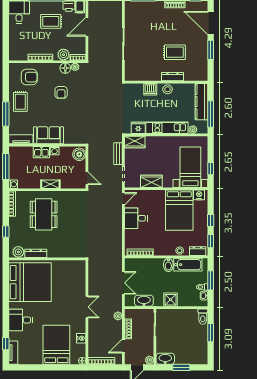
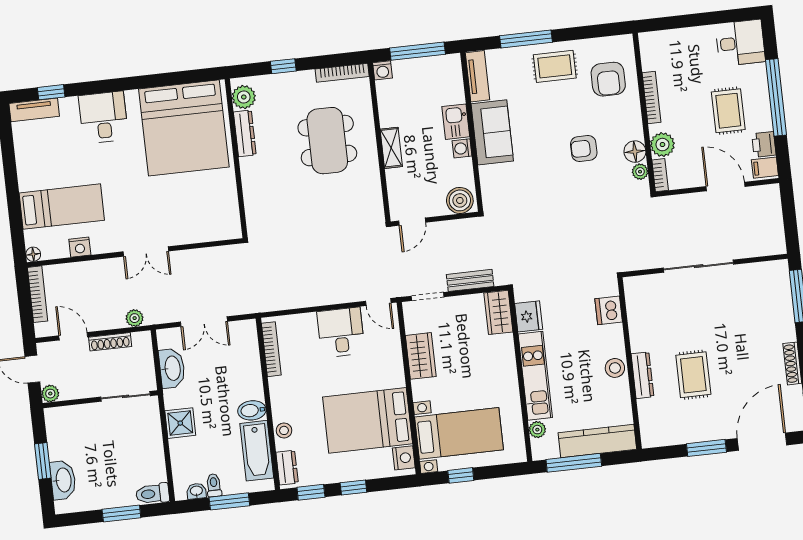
dishwasher: (150, 89) -> (609, 310), moved
dining table: (44, 214) -> (327, 141), turned 90
bed: (56, 345) -> (62, 207), width x0.67
washbasin: (165, 359) -> (63, 480), moved

